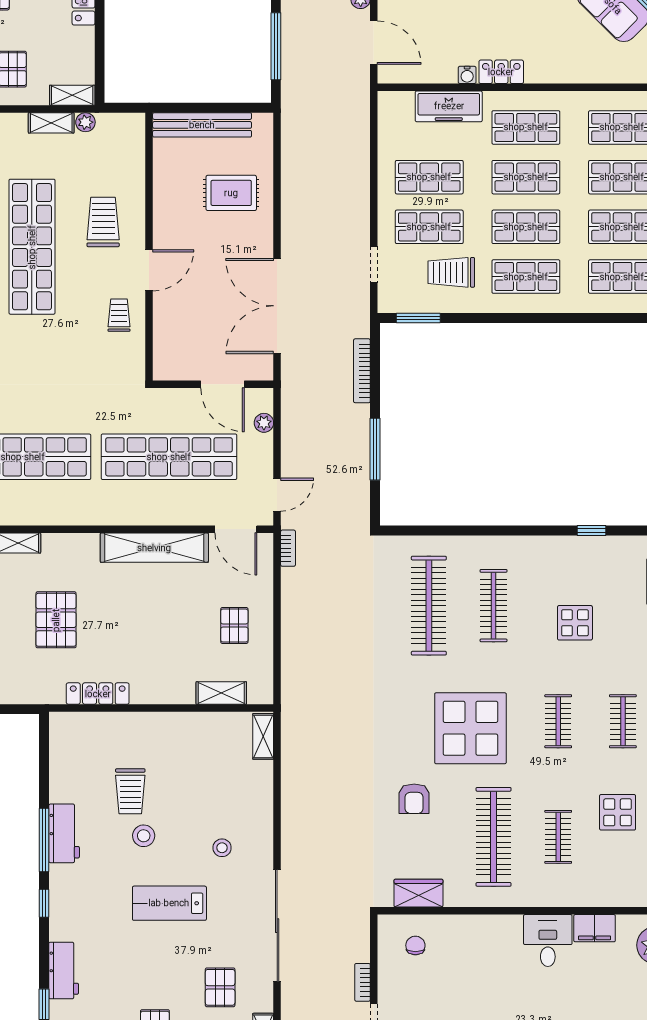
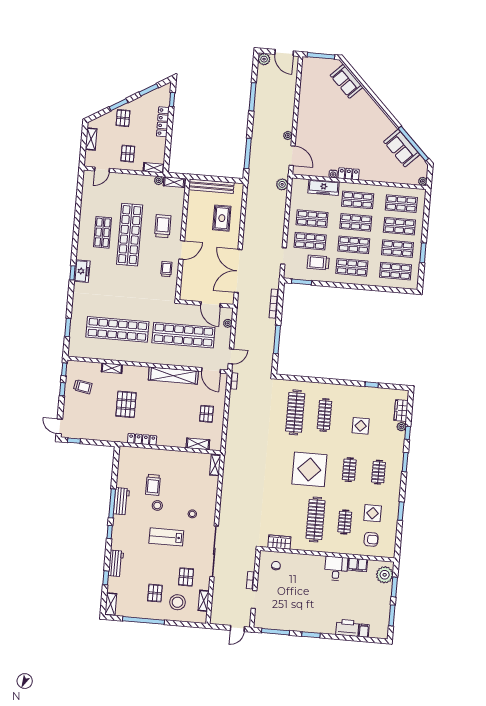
plant: (357, 108) -> (282, 184), added
shelving: (51, 123) -> (174, 182), moved
rug: (231, 193) -> (222, 218), turned 90
armchair: (414, 799) -> (371, 539), moved, turned -90

